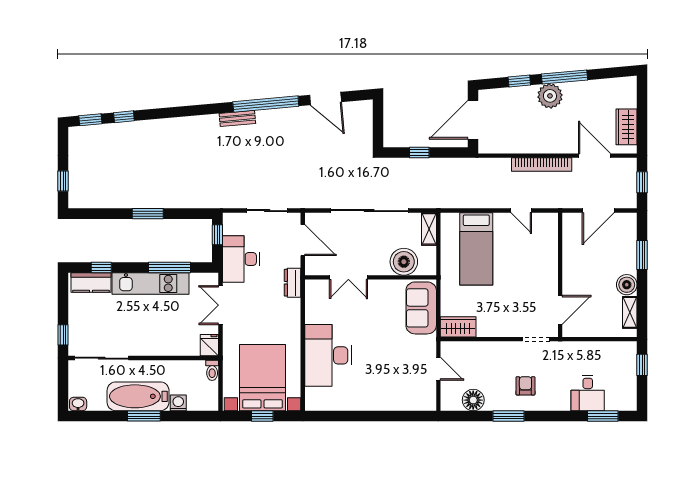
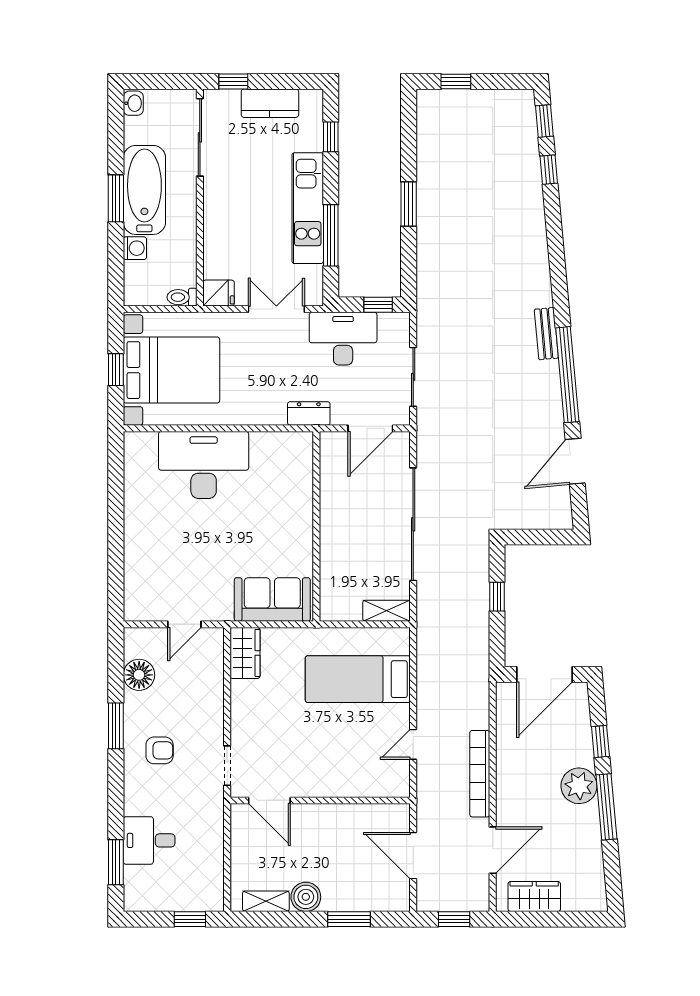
door: (473, 120) -> (544, 674), swing flipped
boiler: (404, 262) -> (339, 574), removed
double door: (348, 277) -> (316, 494), removed
kitchen counter: (91, 283) -> (270, 103), moved, turned -90

